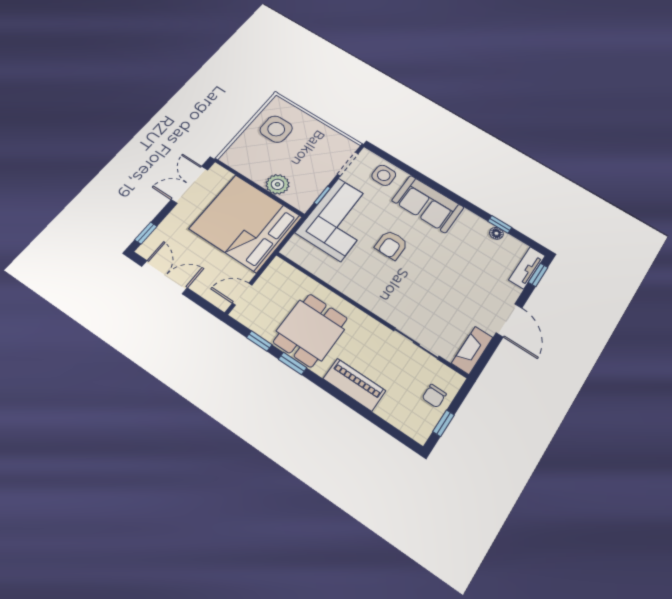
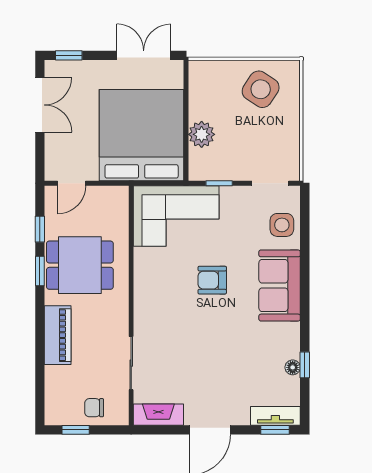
side table: (276, 129) -> (261, 89), turned 33
corner sofa: (340, 219) -> (176, 216), moved
door: (242, 294) -> (72, 183), swing flipped

